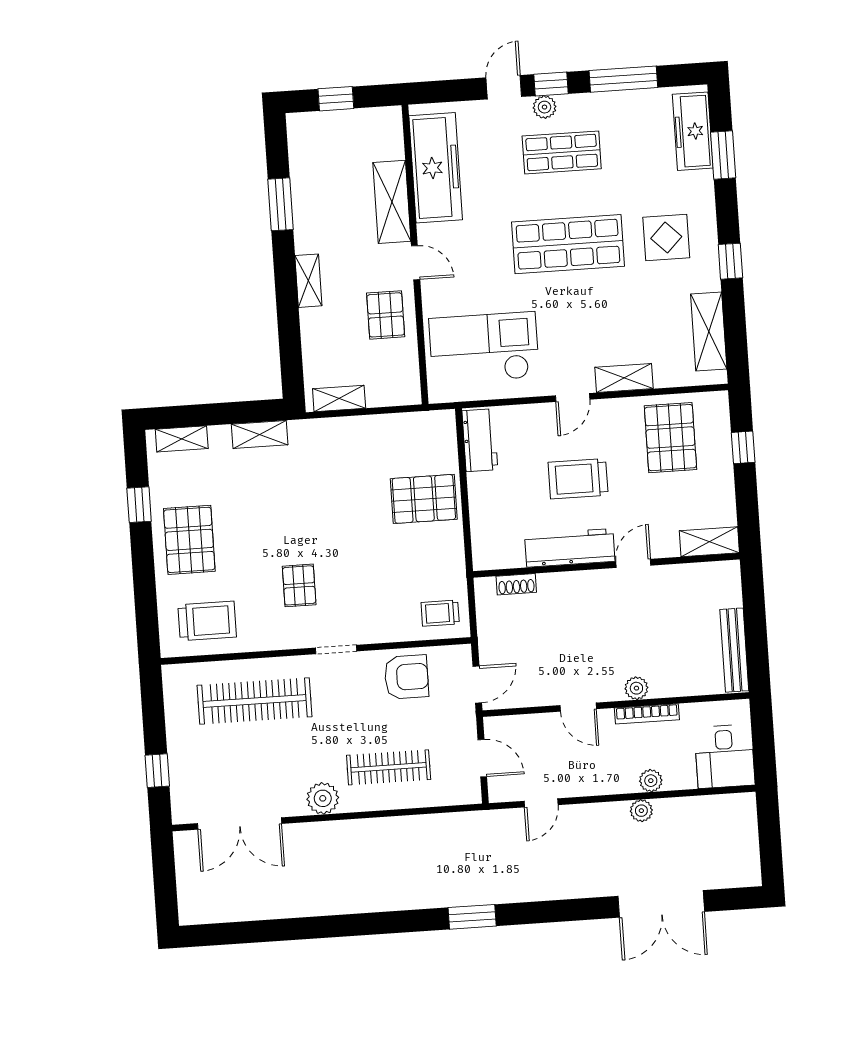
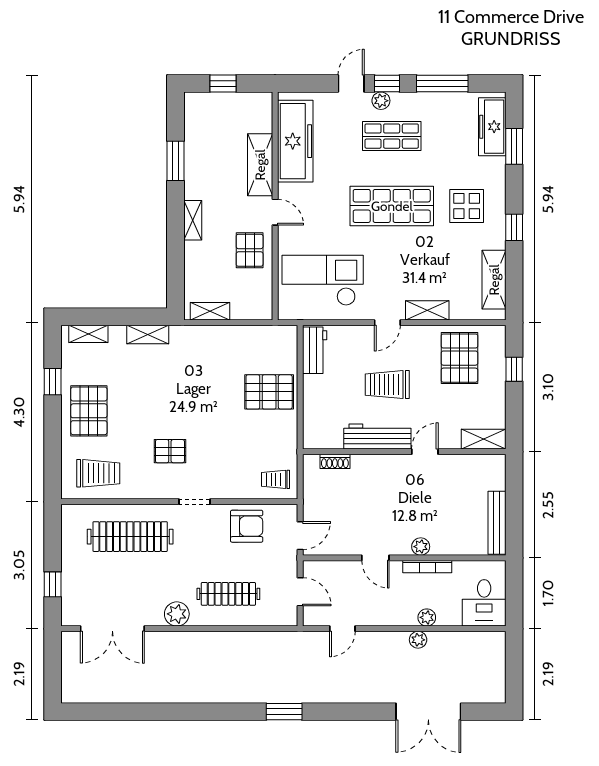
pallet: (299, 585) -> (170, 451), turned 90

